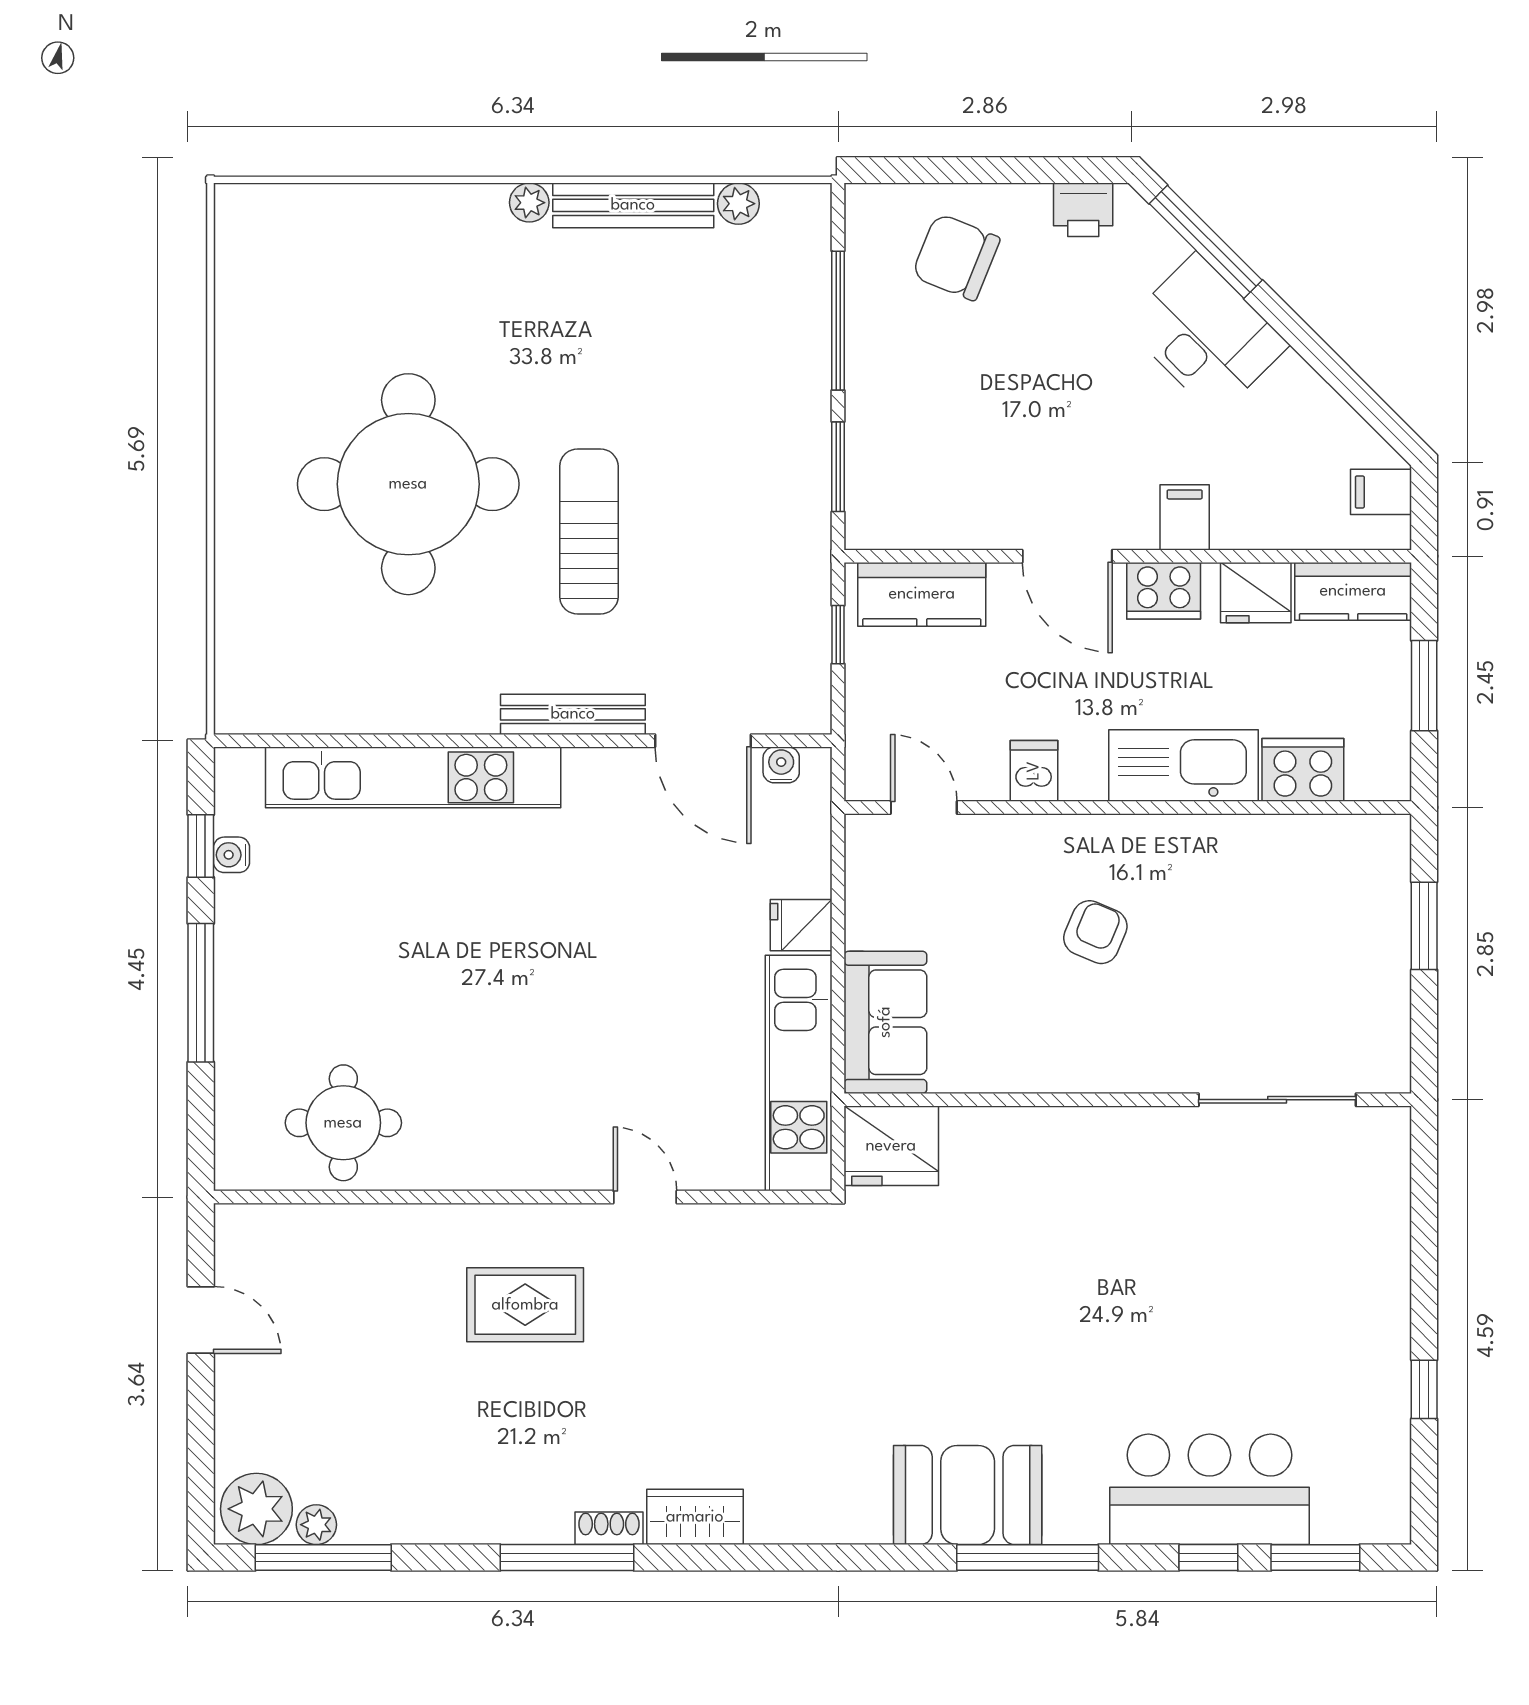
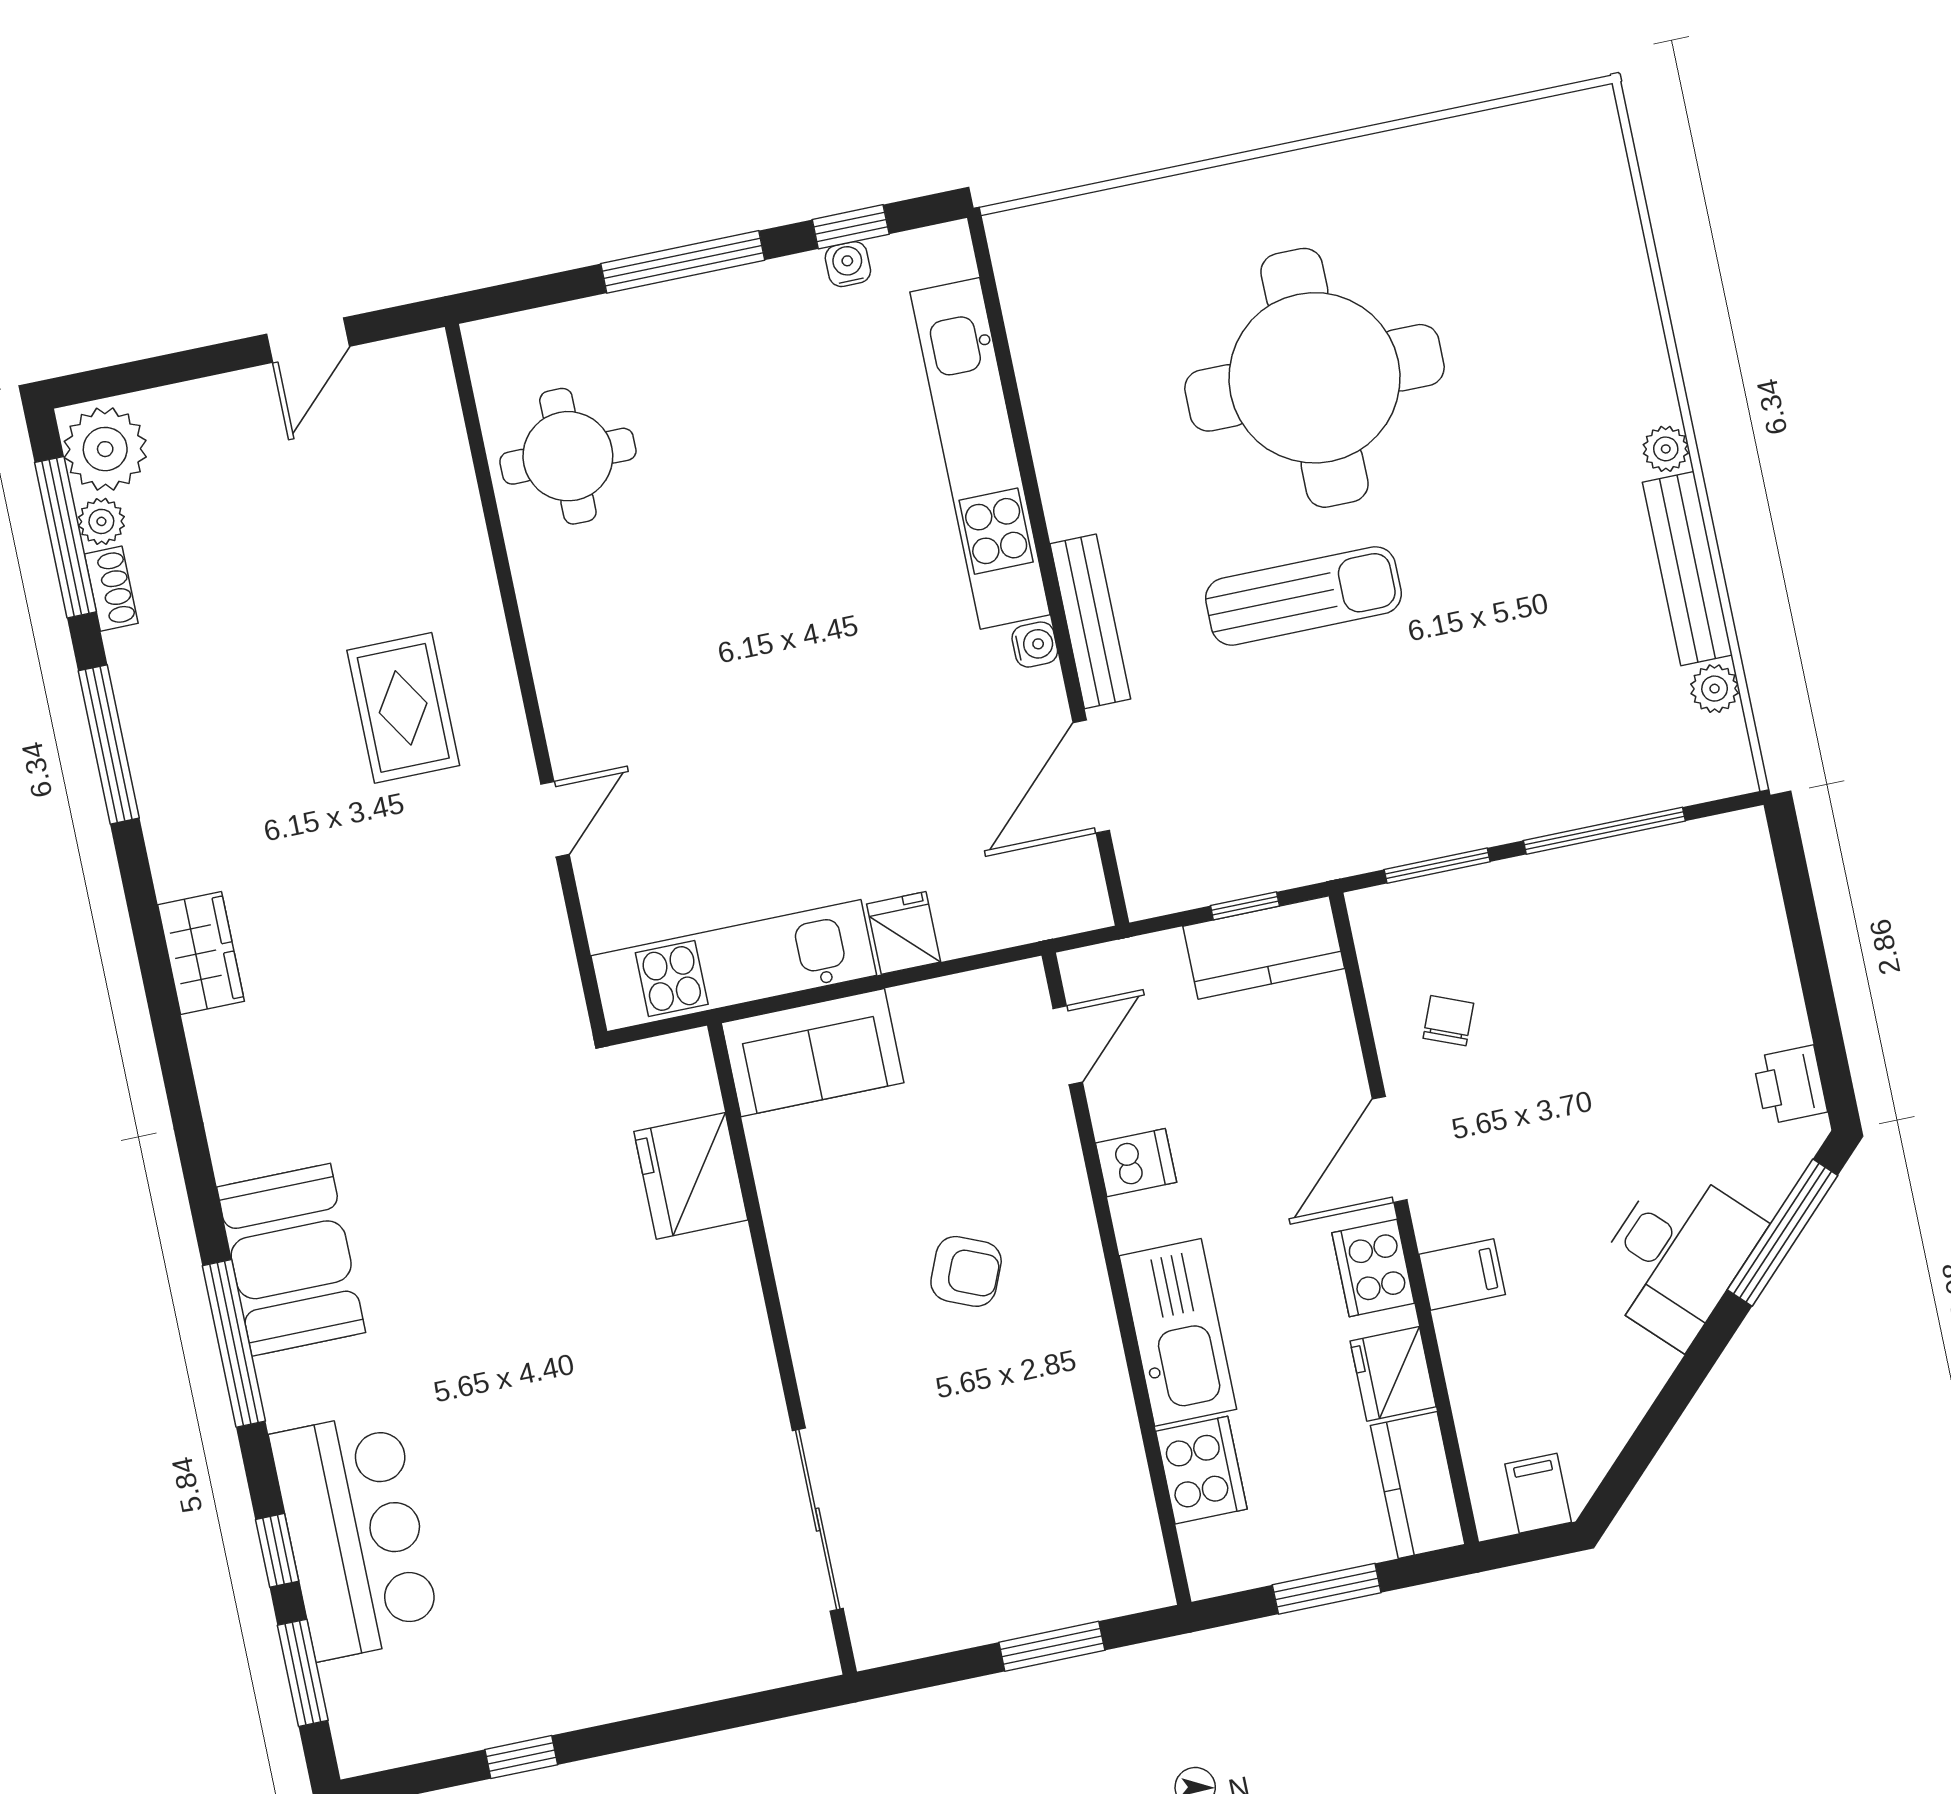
chair: (956, 257) -> (1448, 1021), moved, width x0.54, depth x0.54
kitchen counter: (922, 594) -> (1264, 947), moved, turned -90
water cooler: (781, 765) -> (1035, 645), moved
fridge: (891, 1146) -> (691, 1176), moved
shoe rack: (609, 1528) -> (111, 589), moved
window: (567, 1558) -> (109, 744), moved

